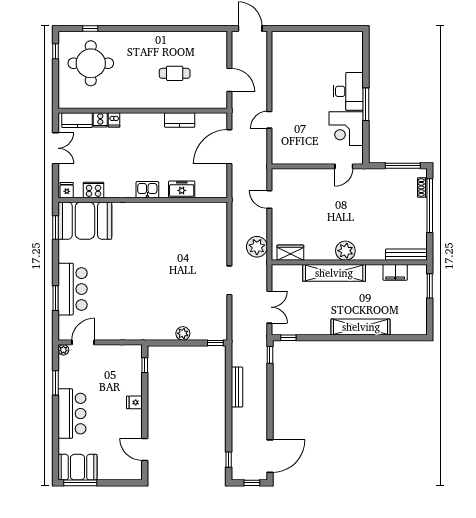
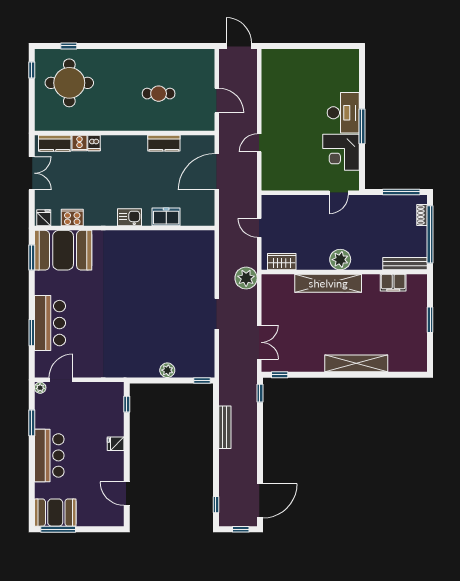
plant: (345, 251) -> (340, 260), moved
wardrobe: (290, 253) -> (282, 262), moved
bench: (406, 255) -> (405, 264), moved
wall: (349, 262) -> (344, 272), moved
filing cabinet: (395, 272) -> (393, 283), moved
shelving: (334, 273) -> (328, 283), moved

